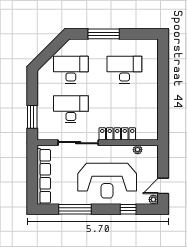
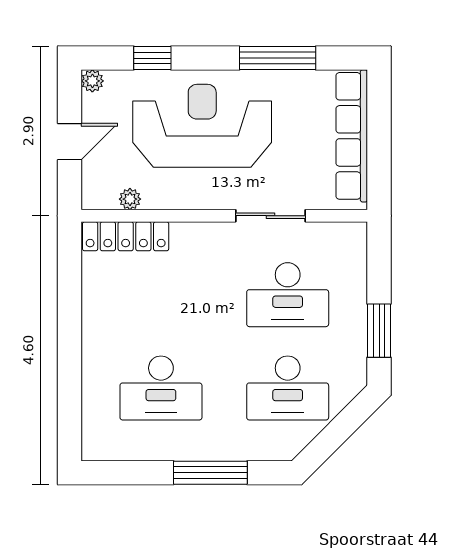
window: (32, 117) -> (379, 331), moved
locker: (117, 134) -> (126, 236), moved
sliding door: (78, 143) -> (270, 216), width x0.73
door: (163, 186) -> (70, 142), moved

